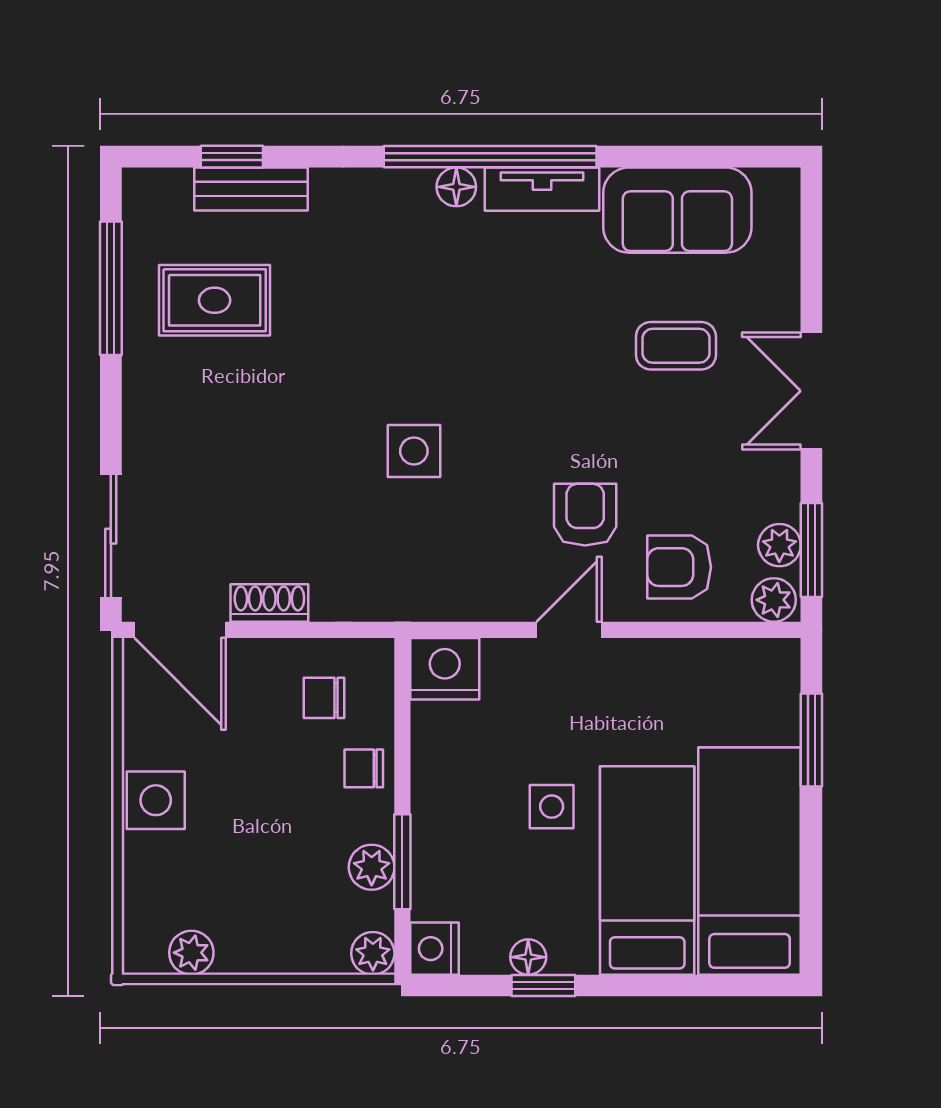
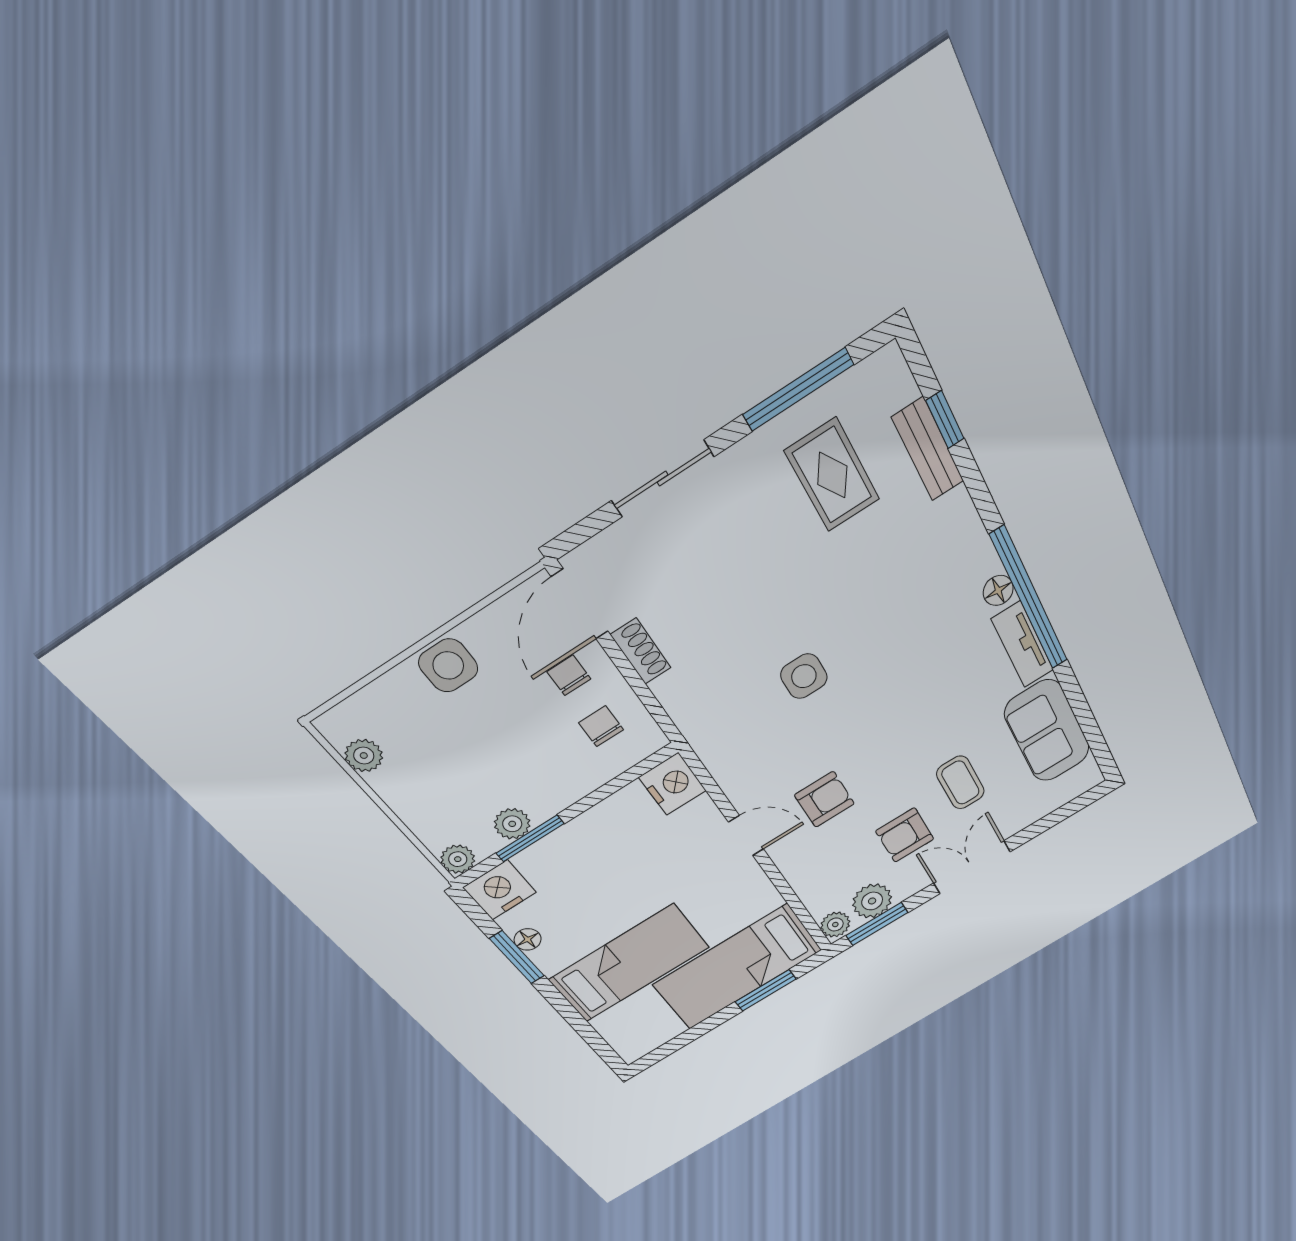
sliding door: (111, 536) -> (663, 479), moved
plant: (779, 545) -> (872, 901), width x1.38, depth x1.38
armchair: (679, 567) -> (905, 835), moved, turned -90
chair: (364, 768) -> (569, 675), moved
side table: (552, 807) -> (630, 894), removed
bed: (750, 861) -> (738, 967), moved, turned 180
nightstand: (434, 949) -> (500, 890), width x1.36, depth x1.33
window: (543, 986) -> (517, 957), width x1.50

